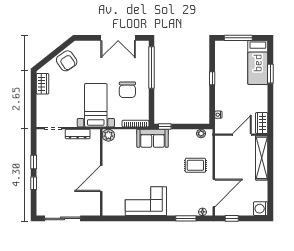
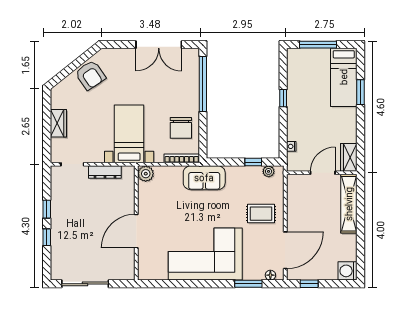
wardrobe: (42, 84) -> (58, 123), moved
chair: (127, 90) -> (181, 128), moved
window: (165, 126) -> (253, 162), moved
corner sofa: (146, 201) -> (205, 254), width x1.36, depth x1.36

